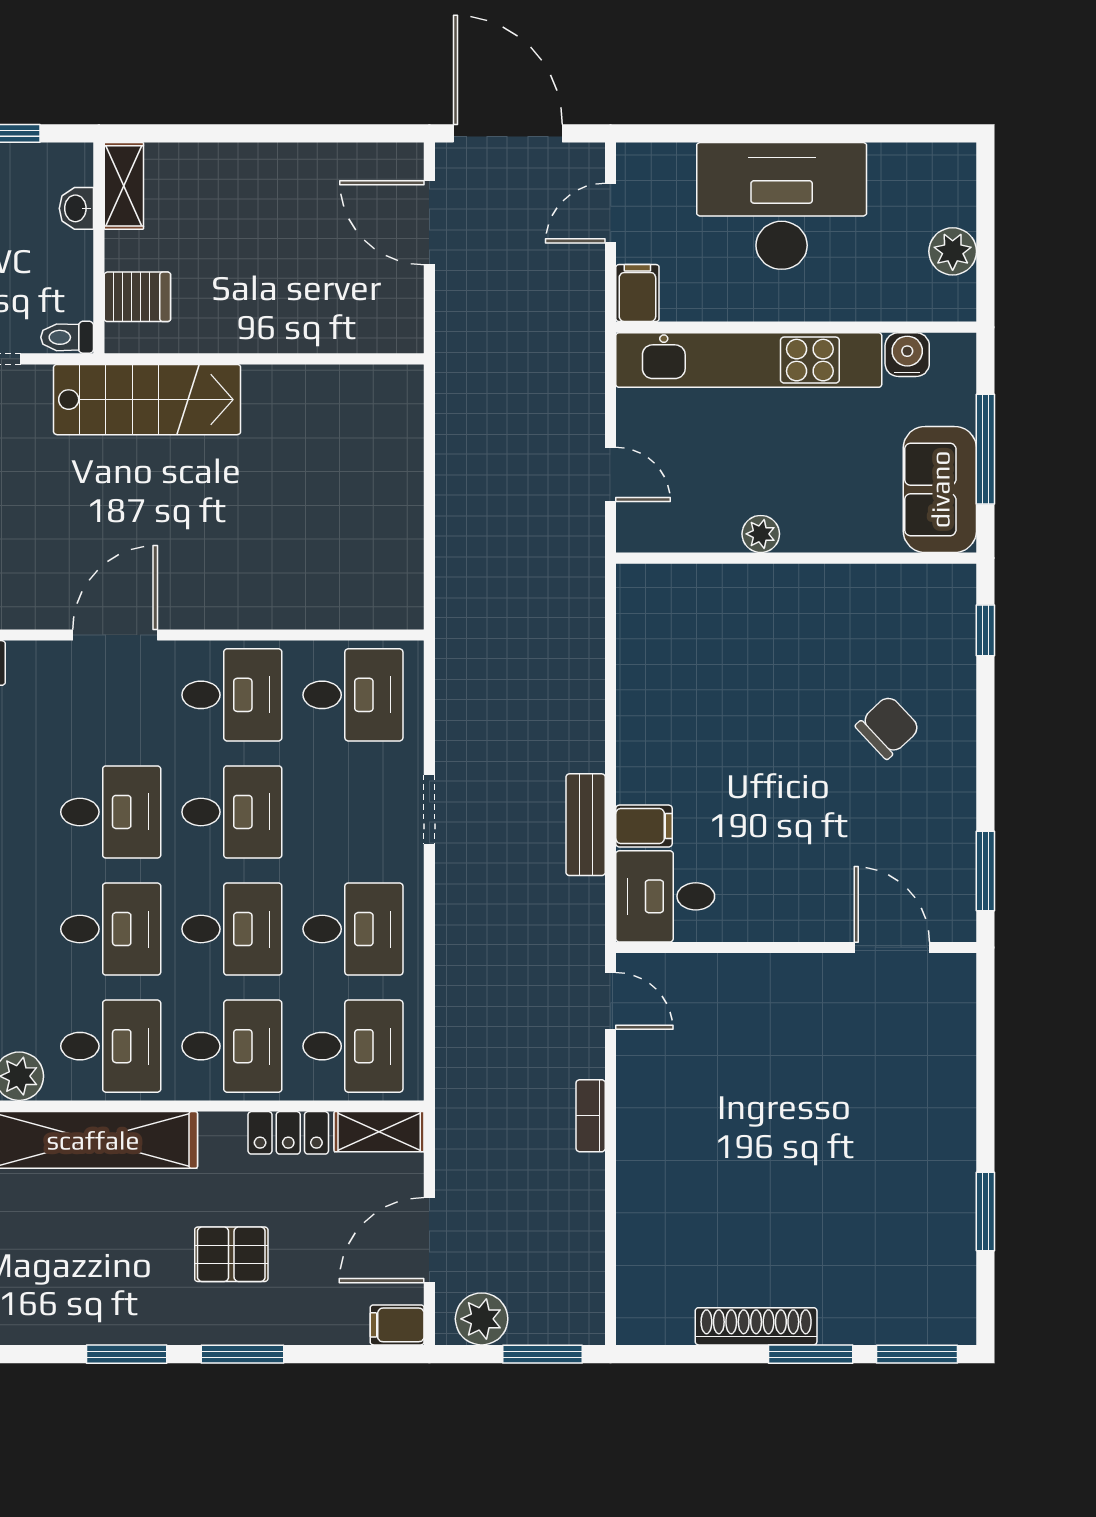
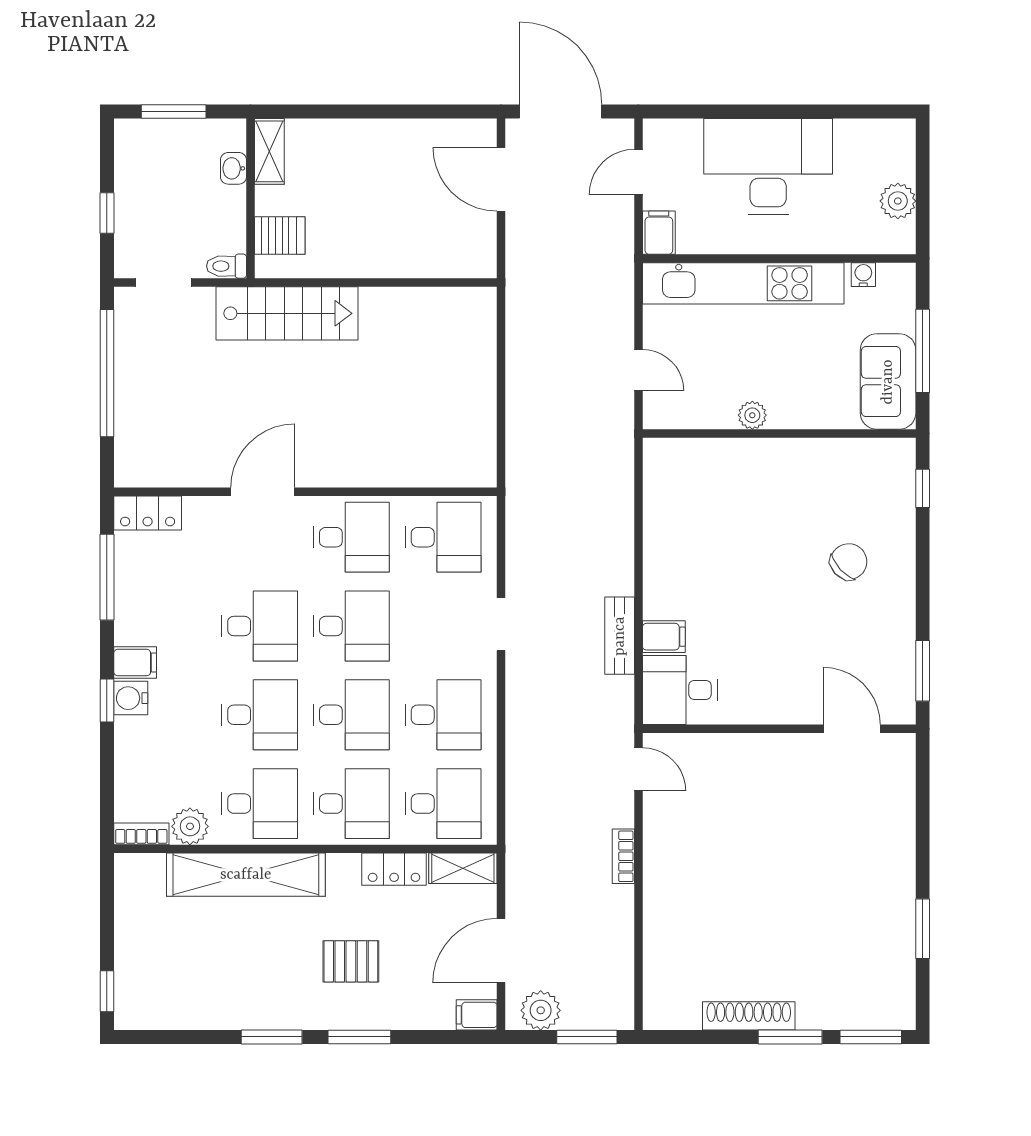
water cooler: (907, 355) -> (863, 275), width x0.72, depth x0.72

